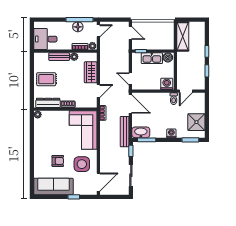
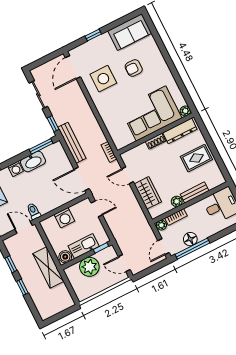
shelving: (183, 36) -> (48, 268), moved
plant: (155, 42) -> (89, 267), added
washing machine: (167, 84) -> (64, 218), moved
door: (98, 91) -> (128, 175), hinge flipped
door: (186, 91) -> (24, 227), hinge flipped
corner sofa: (83, 130) -> (151, 113), moved, turned -90
washbasin: (141, 132) -> (33, 162), moved
sofa: (53, 186) -> (130, 32), width x0.73

